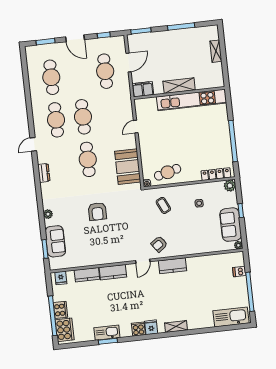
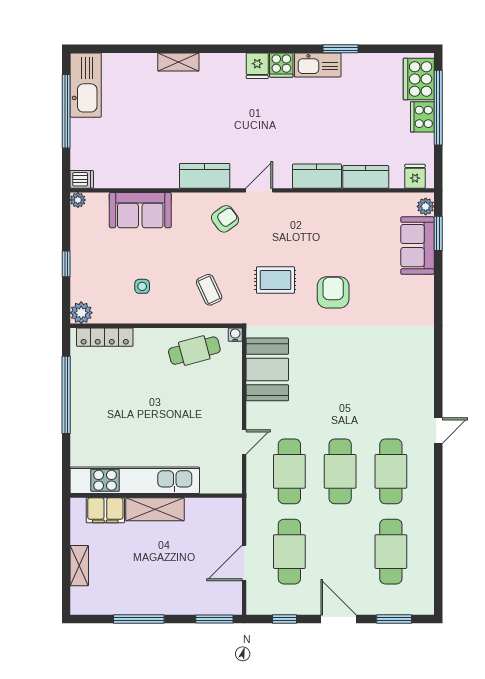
filing cabinet: (143, 89) -> (105, 510), moved
cafe table: (88, 159) -> (289, 471), moved
dresser: (44, 173) -> (425, 375), removed
plant: (48, 214) -> (426, 206), moved
rug: (129, 215) -> (275, 280), added
sofa: (231, 225) -> (140, 210), moved, turned 90
dishwasher: (239, 272) -> (82, 179), moved
kitchen sink: (231, 317) -> (86, 85), moved, turned -90
shelving: (176, 326) -> (178, 62), moved
kitchen sink: (107, 333) -> (318, 65), moved

